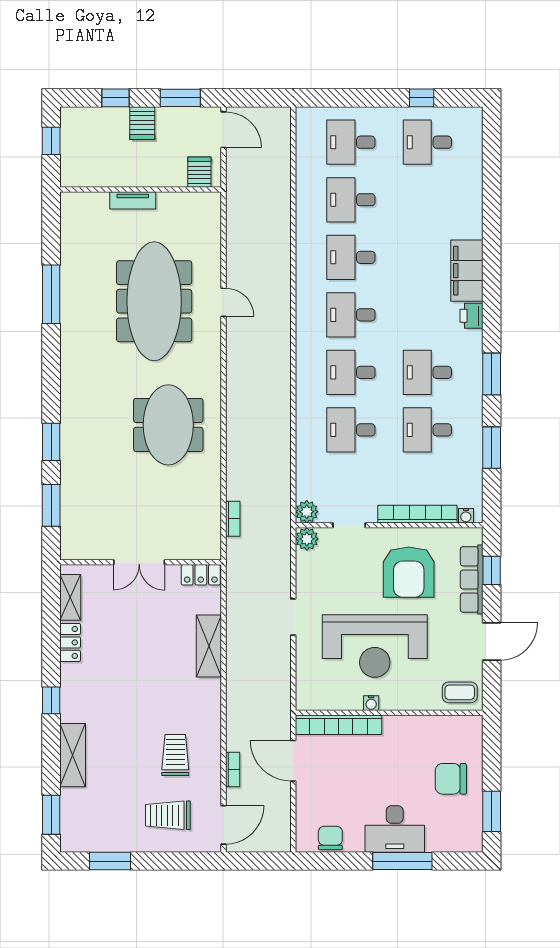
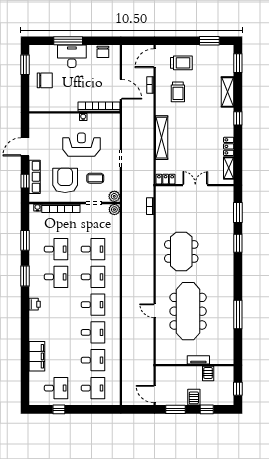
server rack: (199, 172) -> (208, 374), moved
filing cabinet: (467, 271) -> (37, 356), moved
shelving: (209, 646) -> (162, 138), width x1.47
reception desk: (375, 646) -> (81, 145), width x0.74, depth x0.77
coffee table: (460, 692) -> (95, 178), moved

